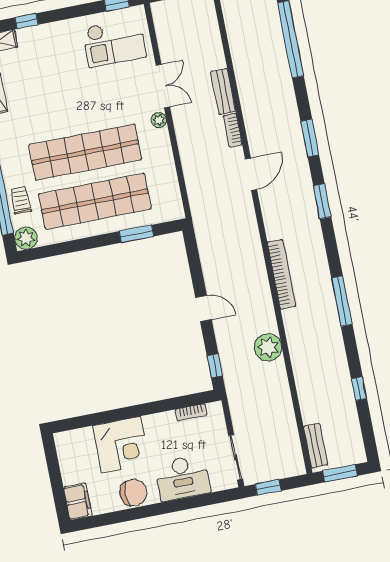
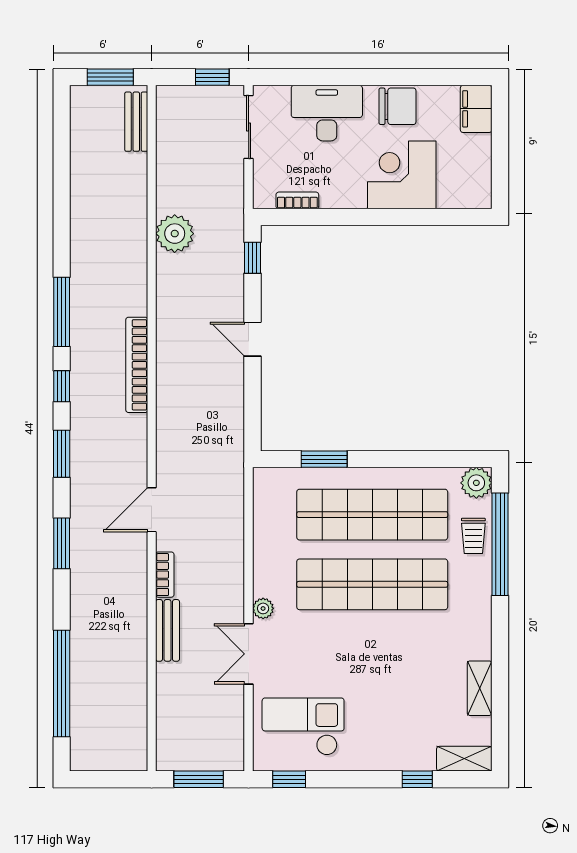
plant: (268, 347) -> (175, 234), moved
window: (359, 389) -> (62, 386), moved
chair: (134, 493) -> (397, 106), turned 180

